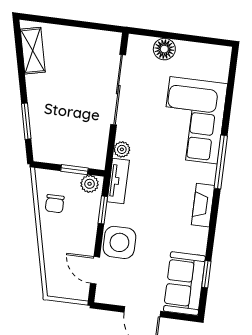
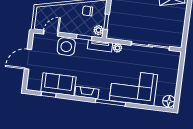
floor lamp: (164, 49) -> (169, 101), moved
sofa: (184, 284) -> (58, 84), moved

